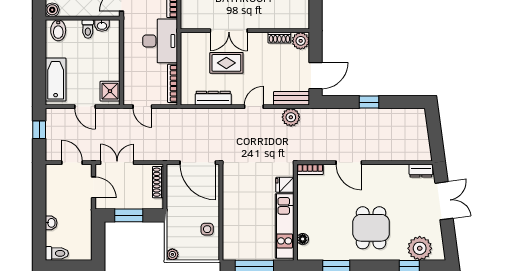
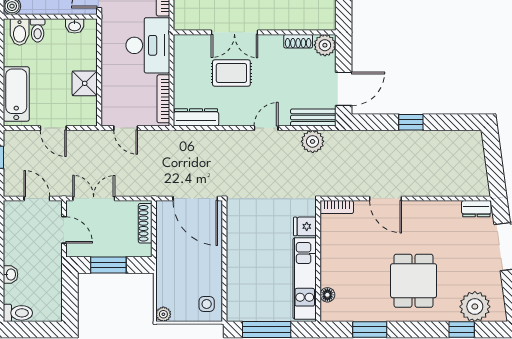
toilet: (88, 29) -> (38, 30), moved
shower: (110, 91) -> (85, 83), moved
dresser: (213, 98) -> (196, 117), moved
side table: (207, 229) -> (207, 304), moved

